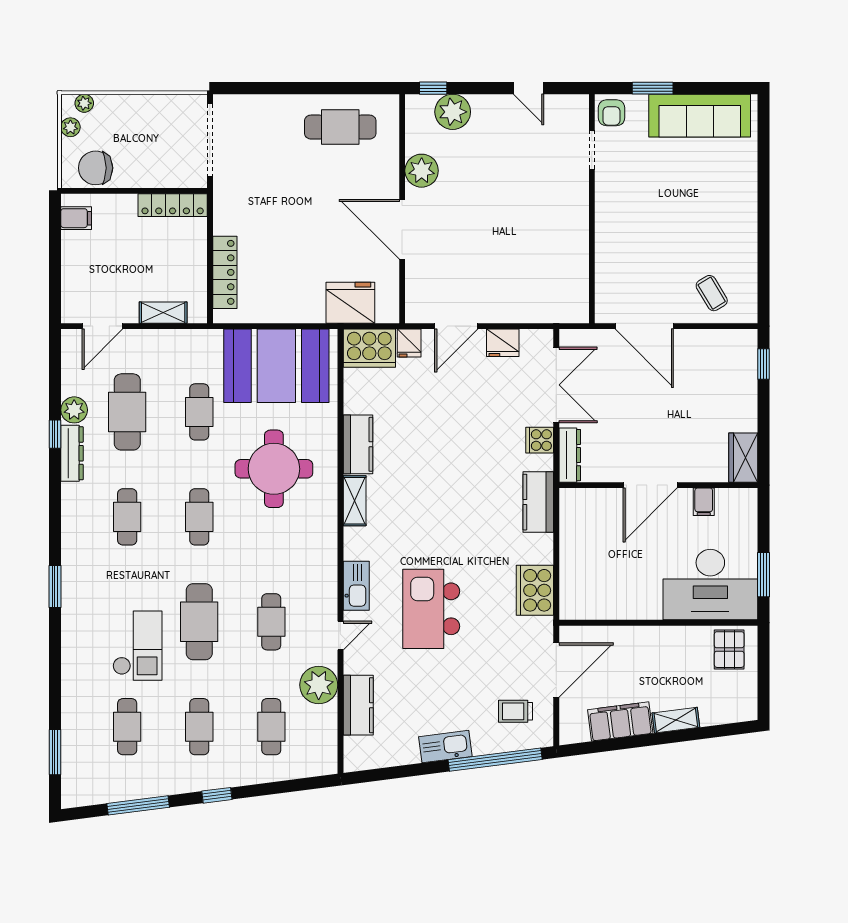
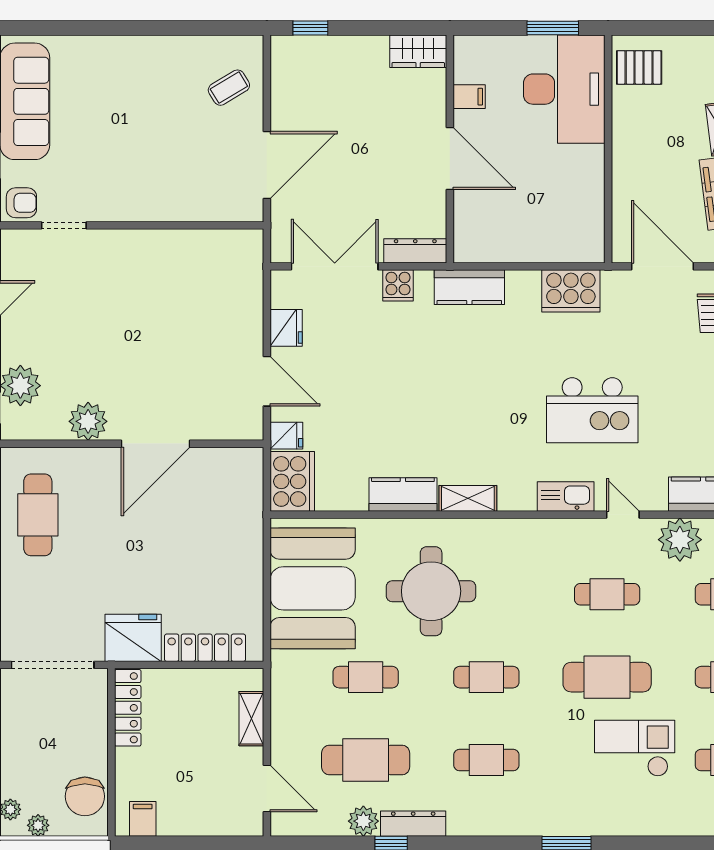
fridge: (350, 303) -> (133, 638), moved, turned 90

